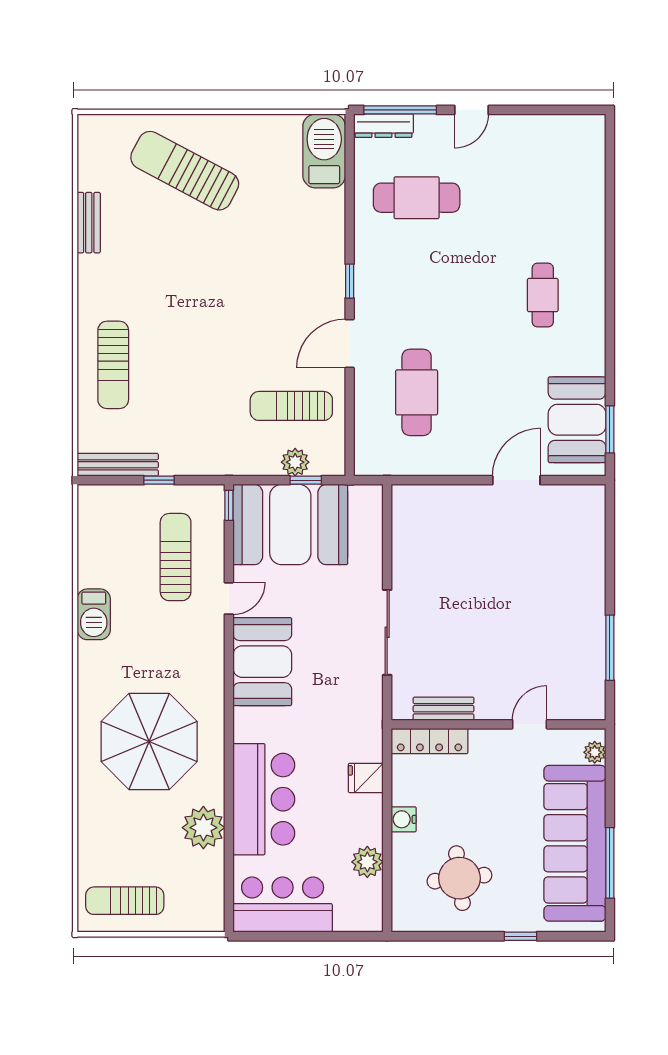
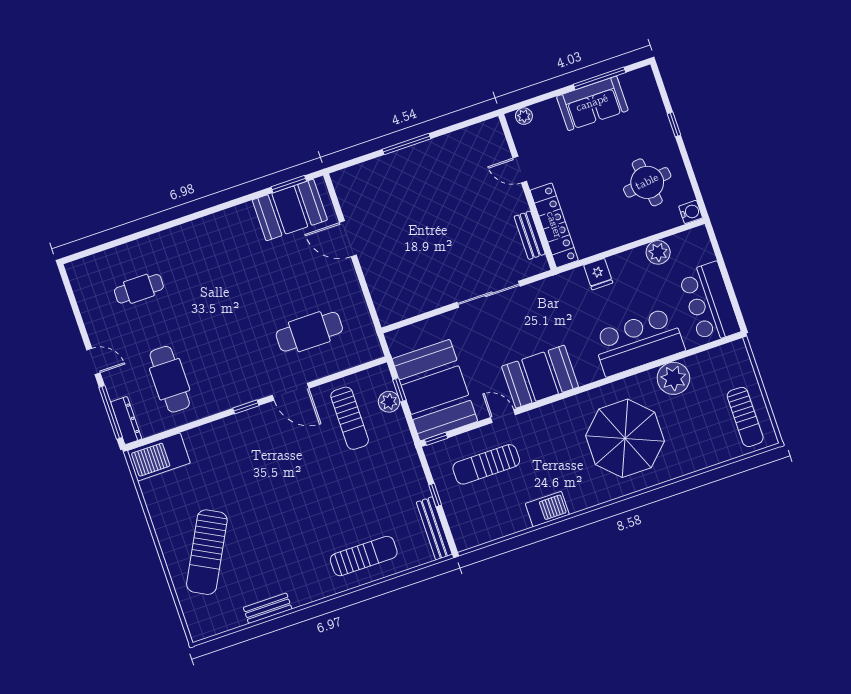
cafe table: (543, 295) -> (139, 289), moved
window: (610, 648) -> (406, 144), moved
locker: (430, 741) -> (554, 225), width x1.41, depth x1.21
water cooler: (404, 819) -> (691, 212), moved, turned -90
sofa: (575, 843) -> (592, 103), width x0.54, depth x0.79

